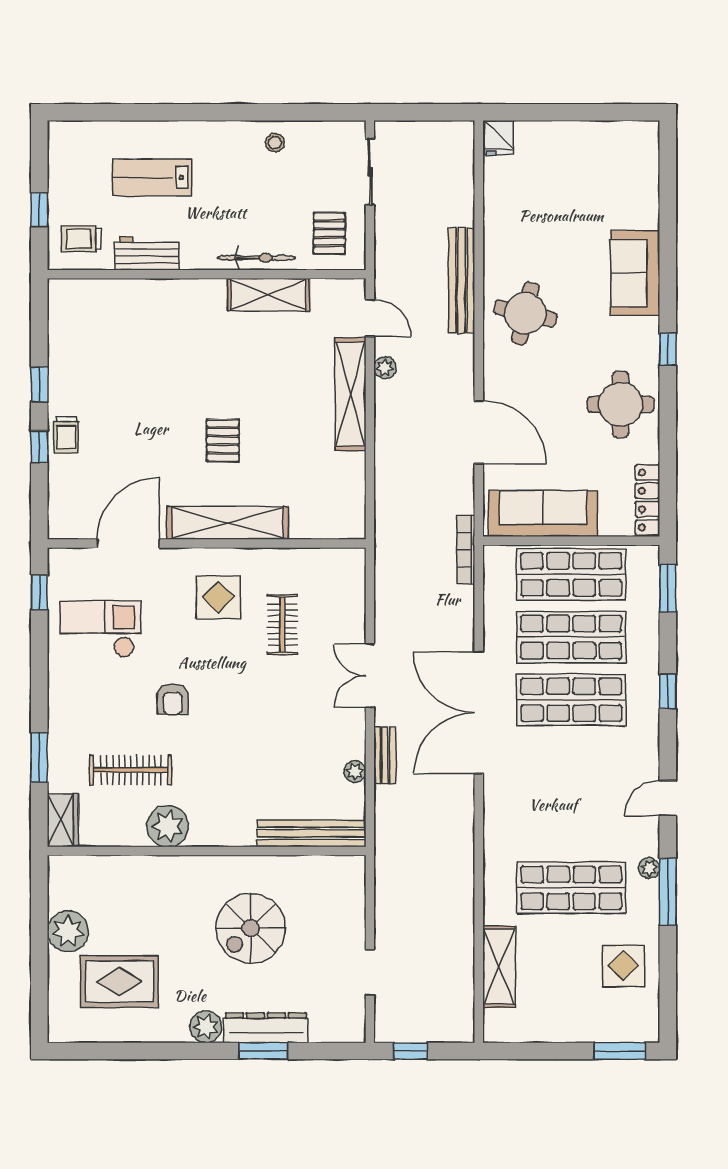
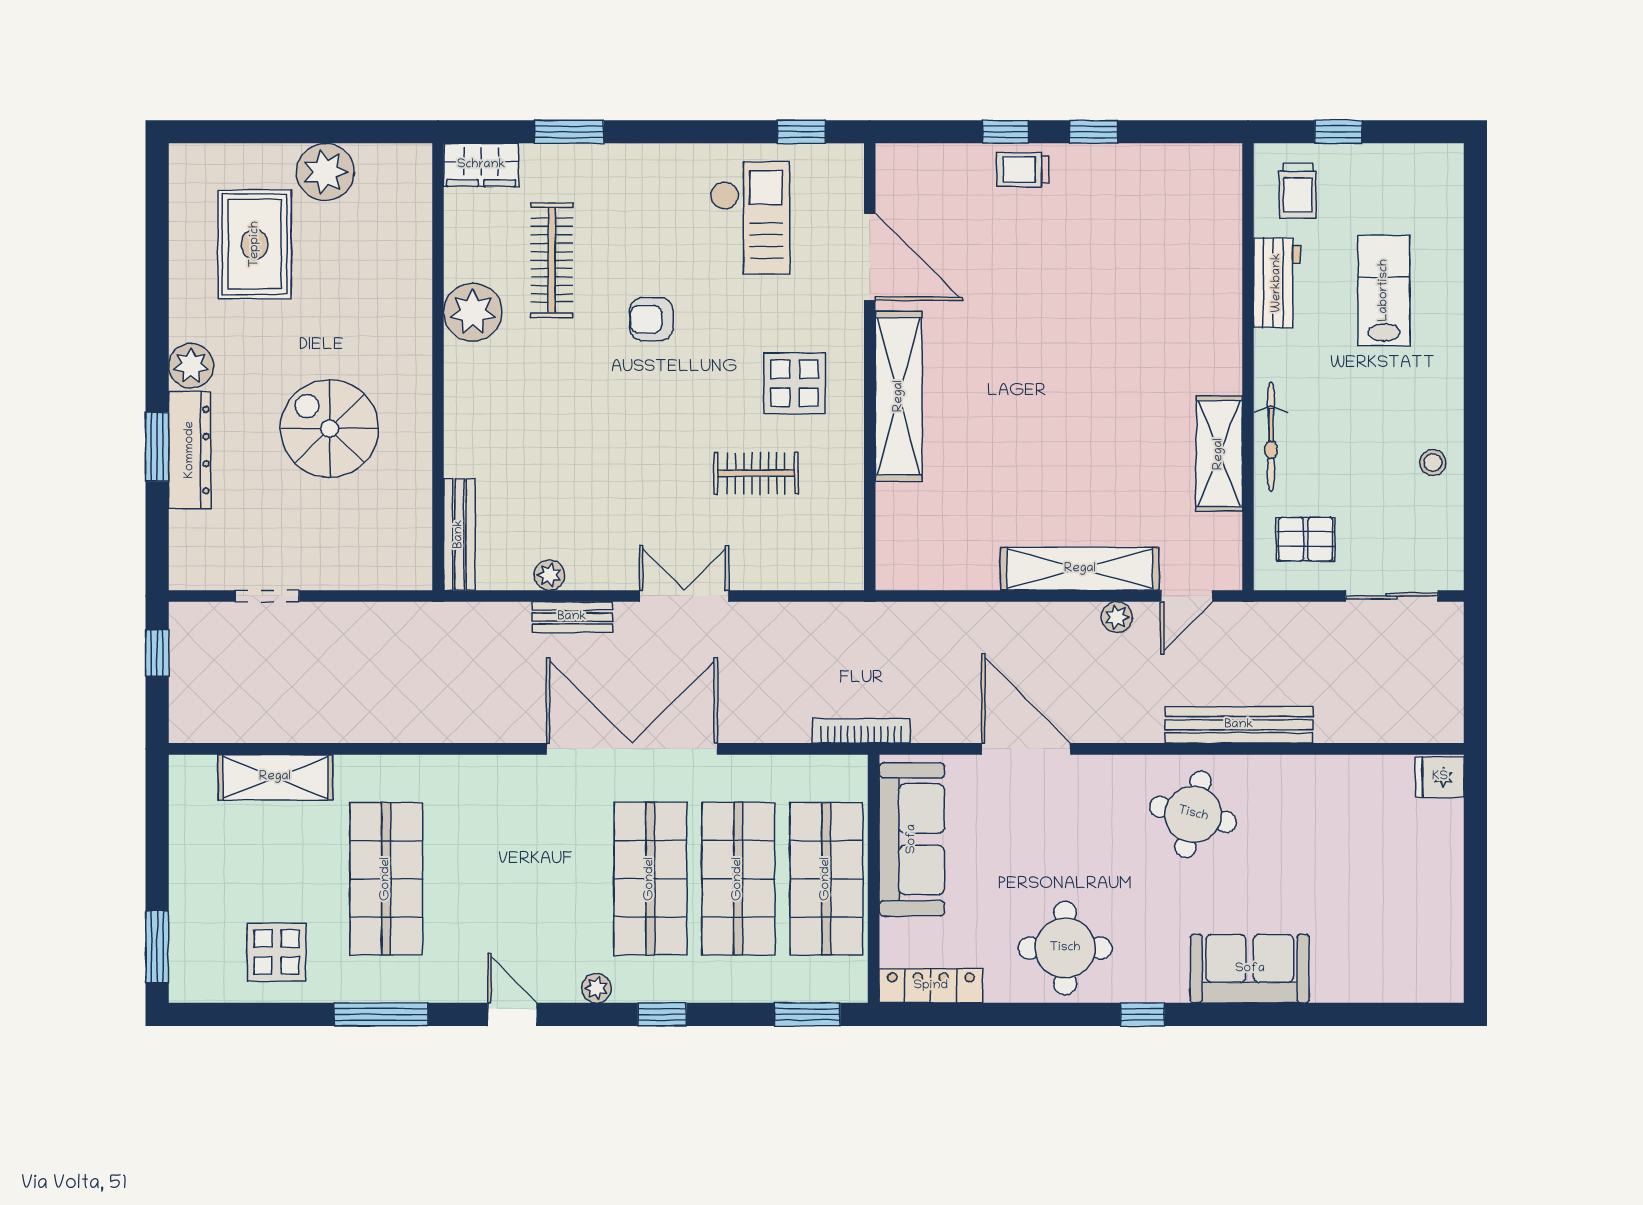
trolley: (81, 239) -> (1298, 191), turned 180
door: (479, 432) -> (1026, 749), swing flipped
pallet: (223, 440) -> (1015, 390), removed
bench: (311, 833) -> (459, 534), width x0.73, depth x0.82
plant: (649, 868) -> (596, 988), moved

